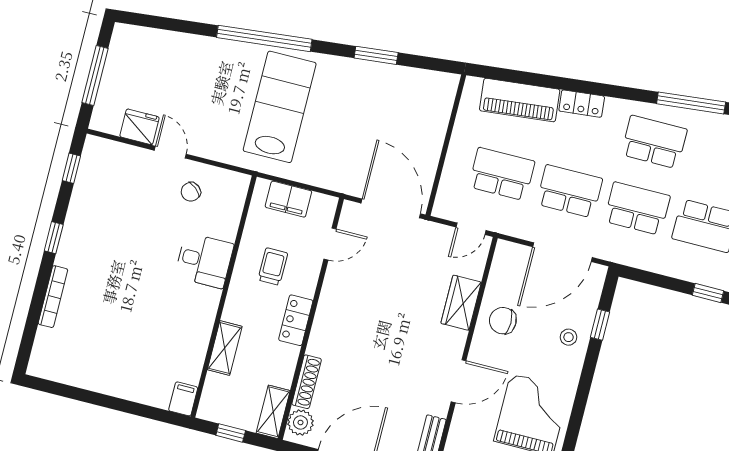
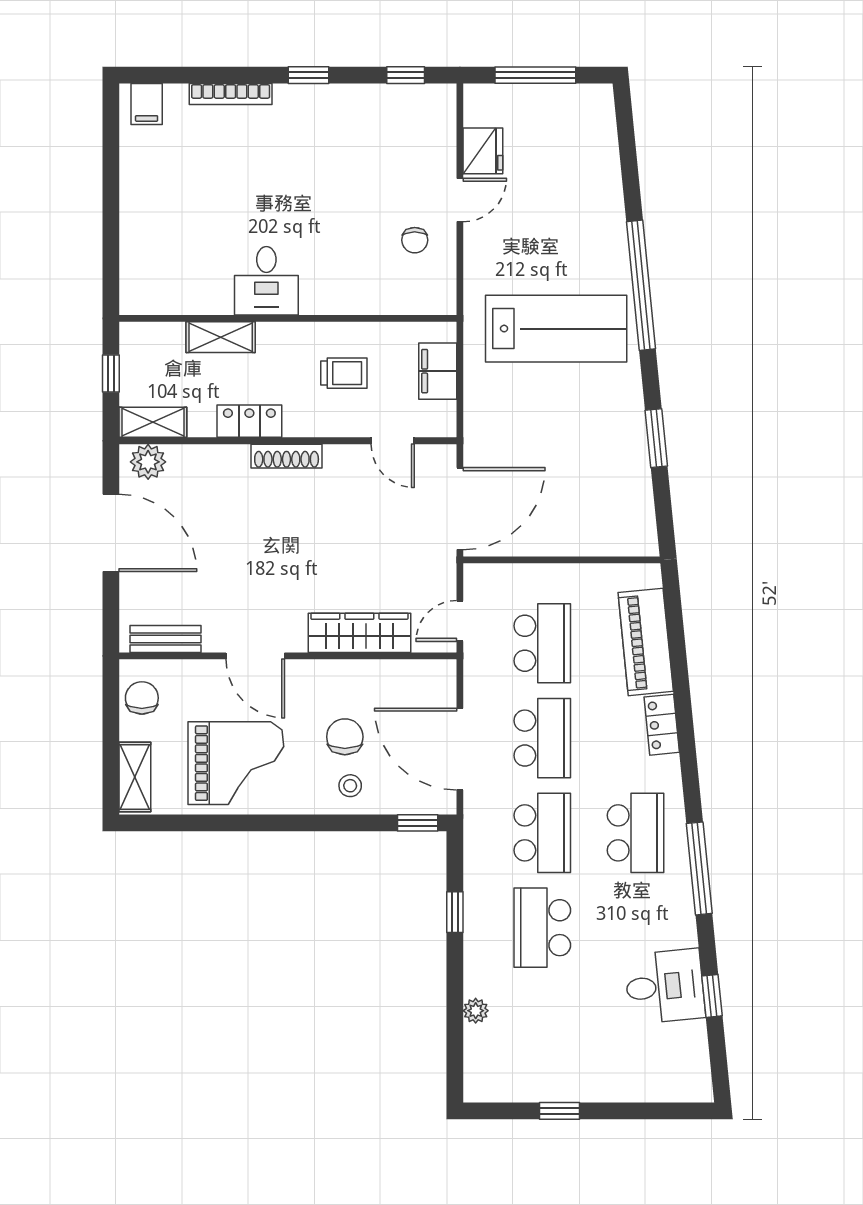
chair: (191, 192) -> (415, 240), turned -130
door: (471, 229) -> (460, 621), hinge flipped
desk: (204, 260) -> (266, 281), moved
window: (708, 293) -> (455, 912), moved
wardrobe: (461, 303) -> (359, 633), width x1.50
locker: (296, 320) -> (249, 421), moved
chair: (503, 321) -> (345, 737), moved
window: (600, 325) -> (418, 823), moved
shoe rack: (307, 382) -> (287, 456), moved
filing cabinet: (183, 399) -> (147, 104), moved, turned 90

